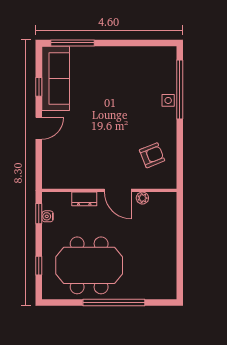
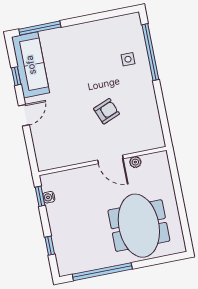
side table: (168, 100) -> (128, 59), moved
armchair: (152, 155) -> (107, 111), moved
dresser: (84, 199) -> (80, 174), removed
meeting table: (89, 265) -> (139, 226), moved, turned 90
window: (114, 303) -> (102, 272), moved

